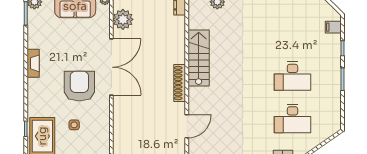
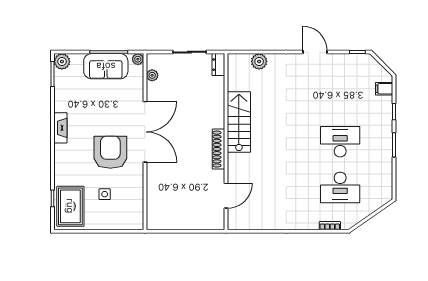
plant: (123, 19) -> (152, 75), width x0.53, depth x0.53
desk: (293, 76) -> (340, 142), turned 180

